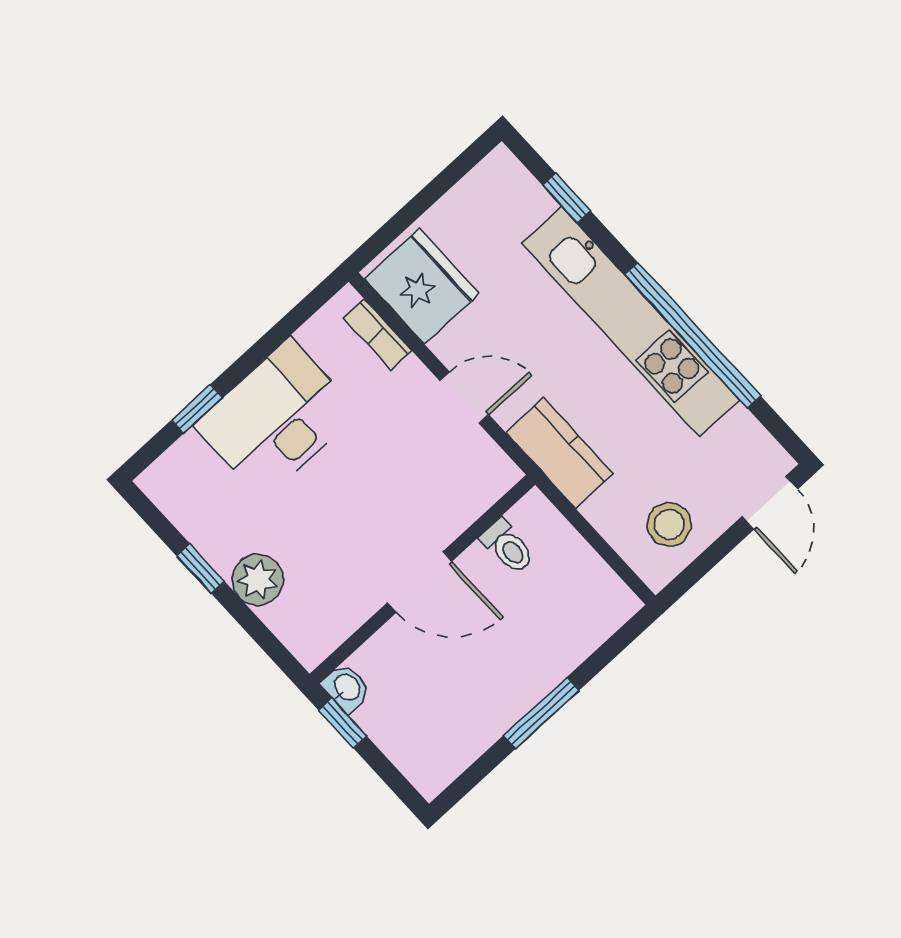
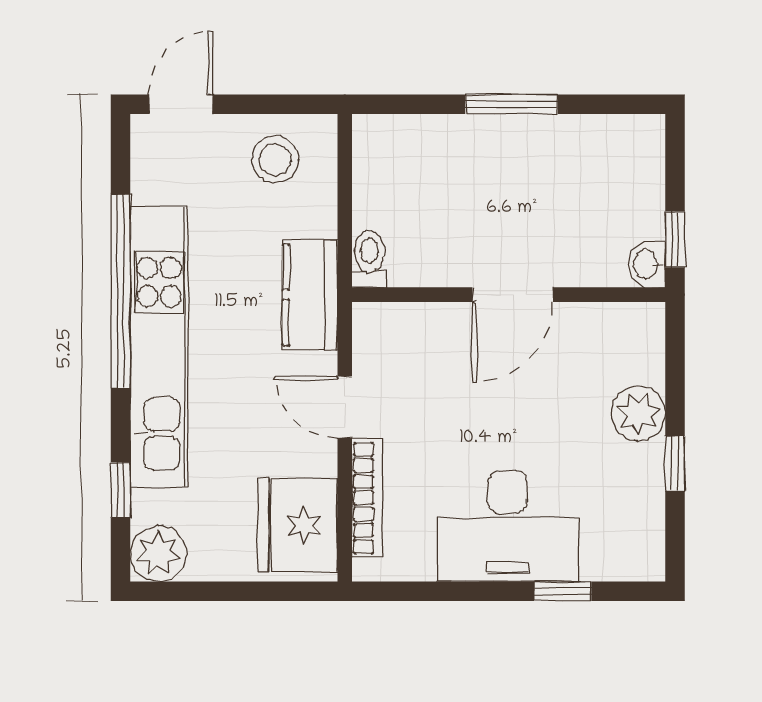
plant: (500, 178) -> (158, 554), added
bookcase: (378, 334) -> (367, 498), width x1.56
toilet: (508, 547) -> (370, 259), moved
door: (420, 582) -> (513, 295), swing flipped

